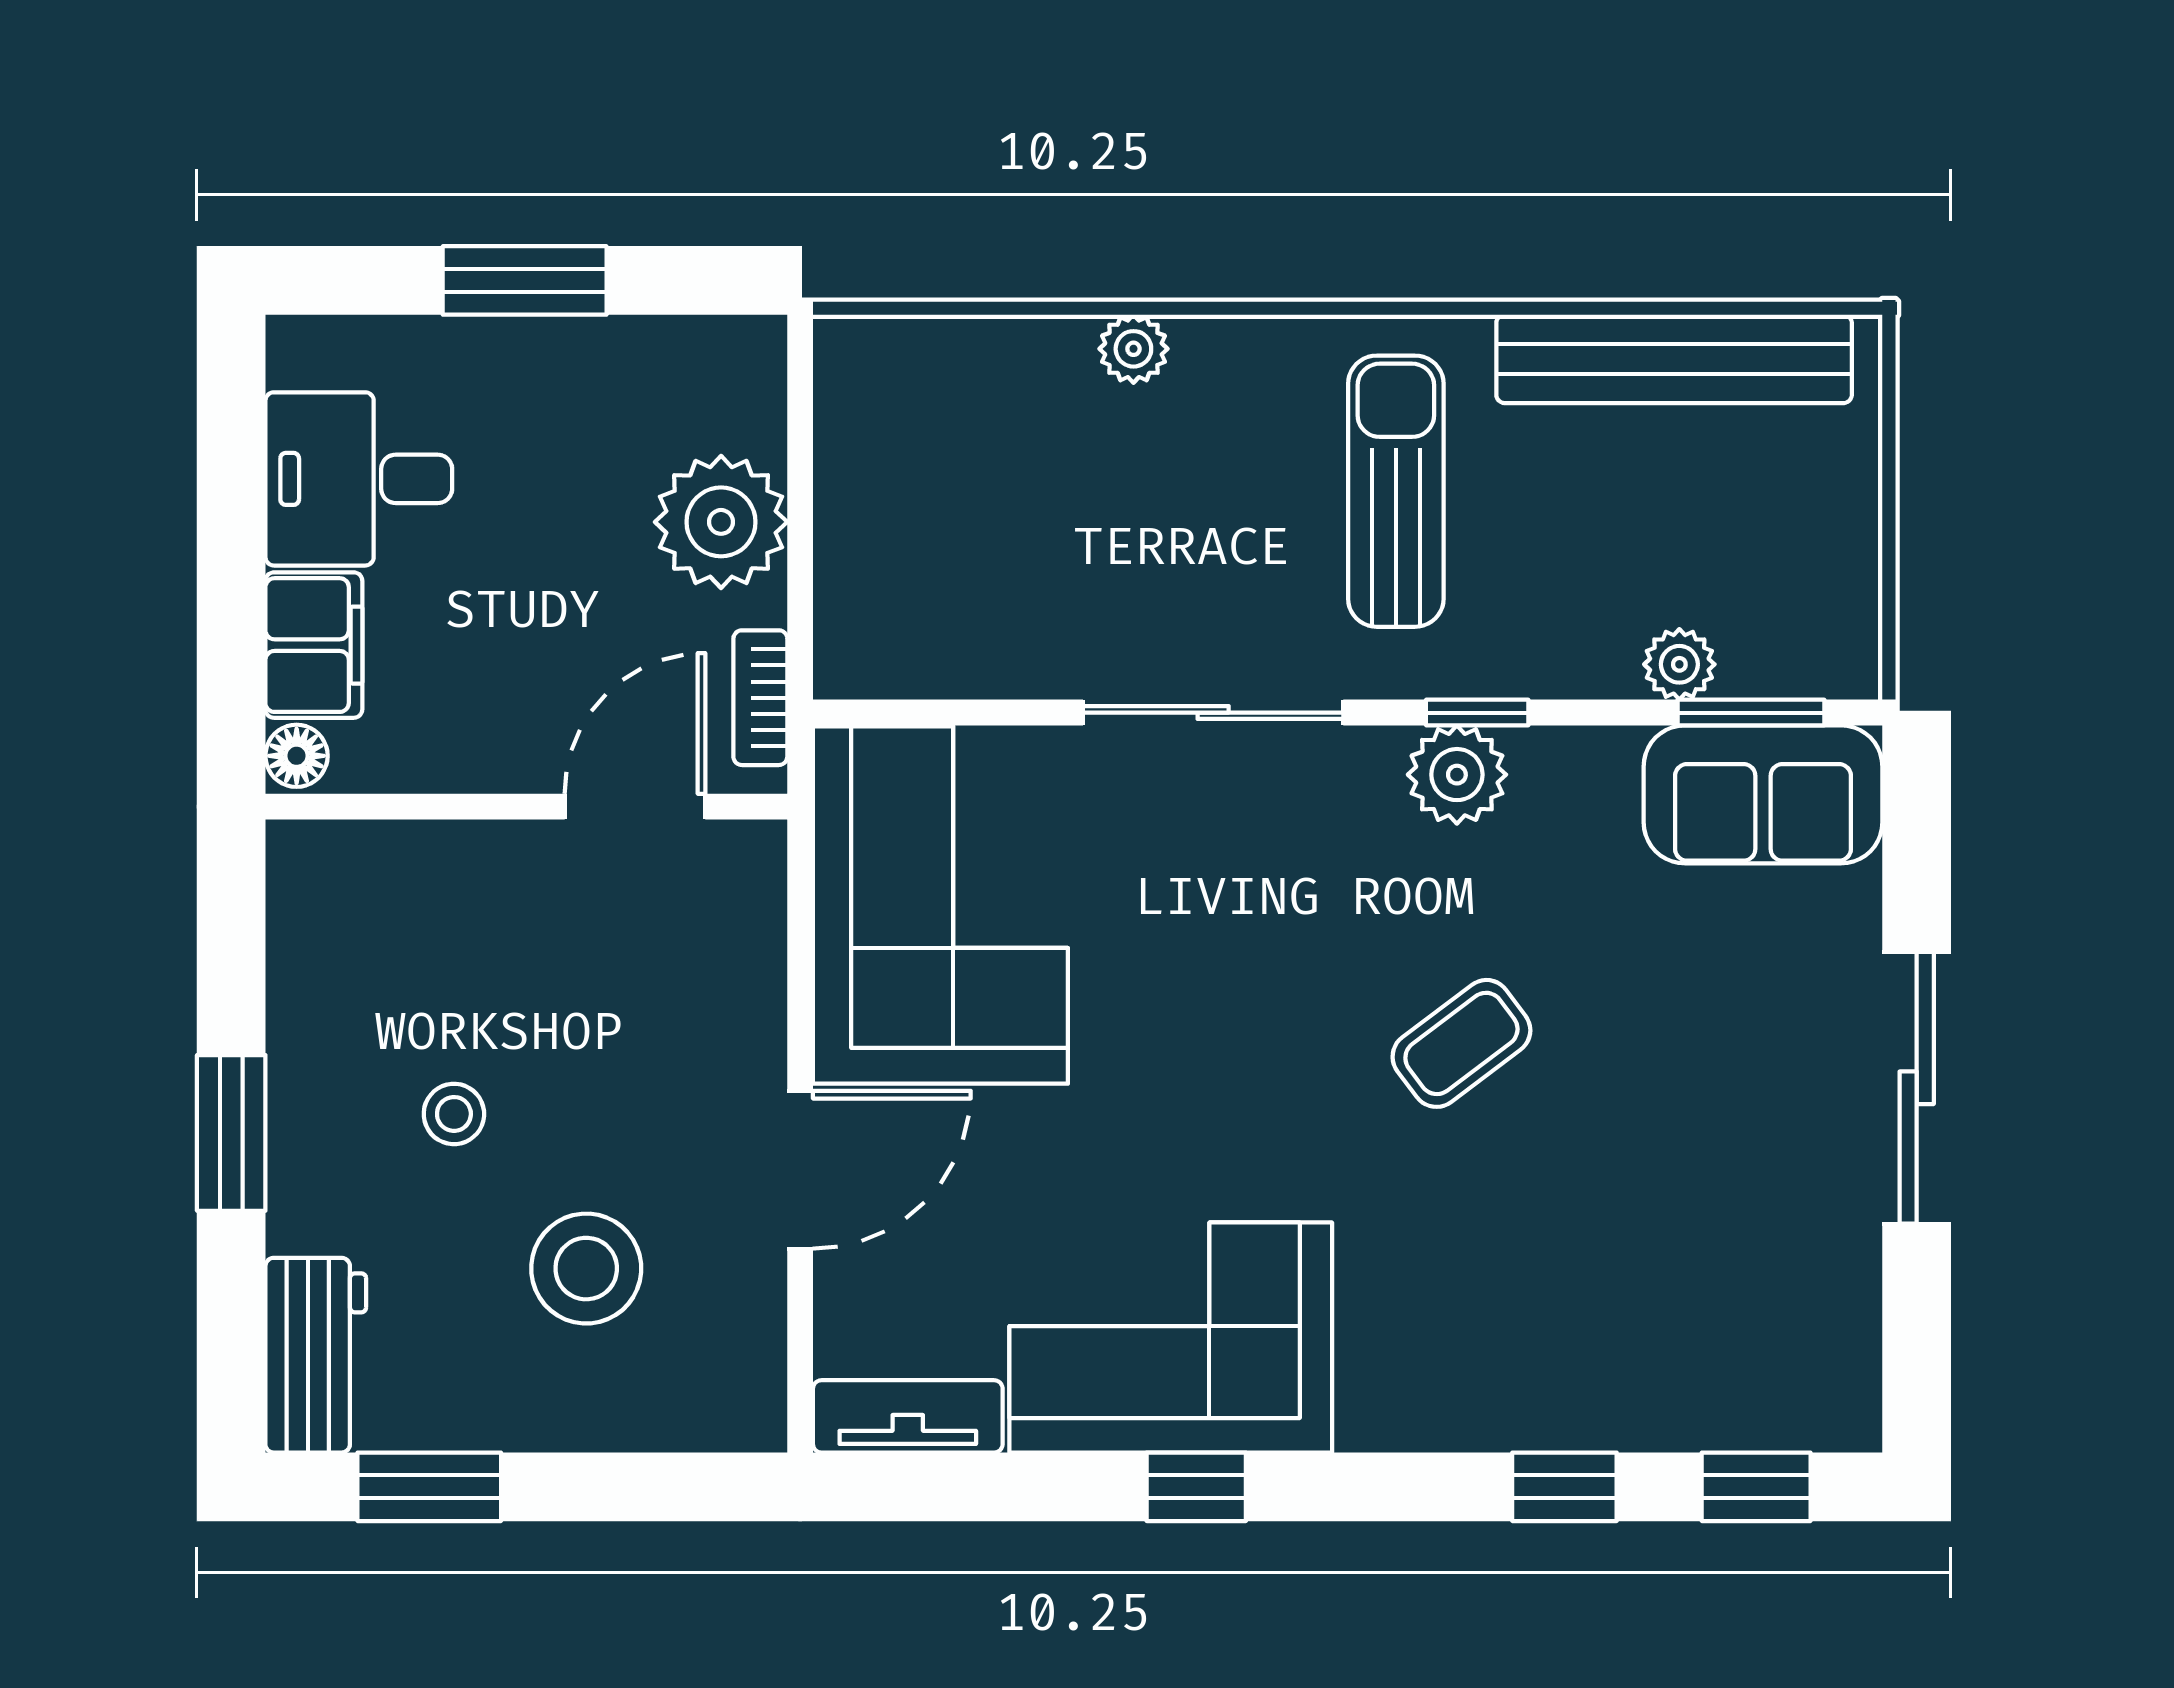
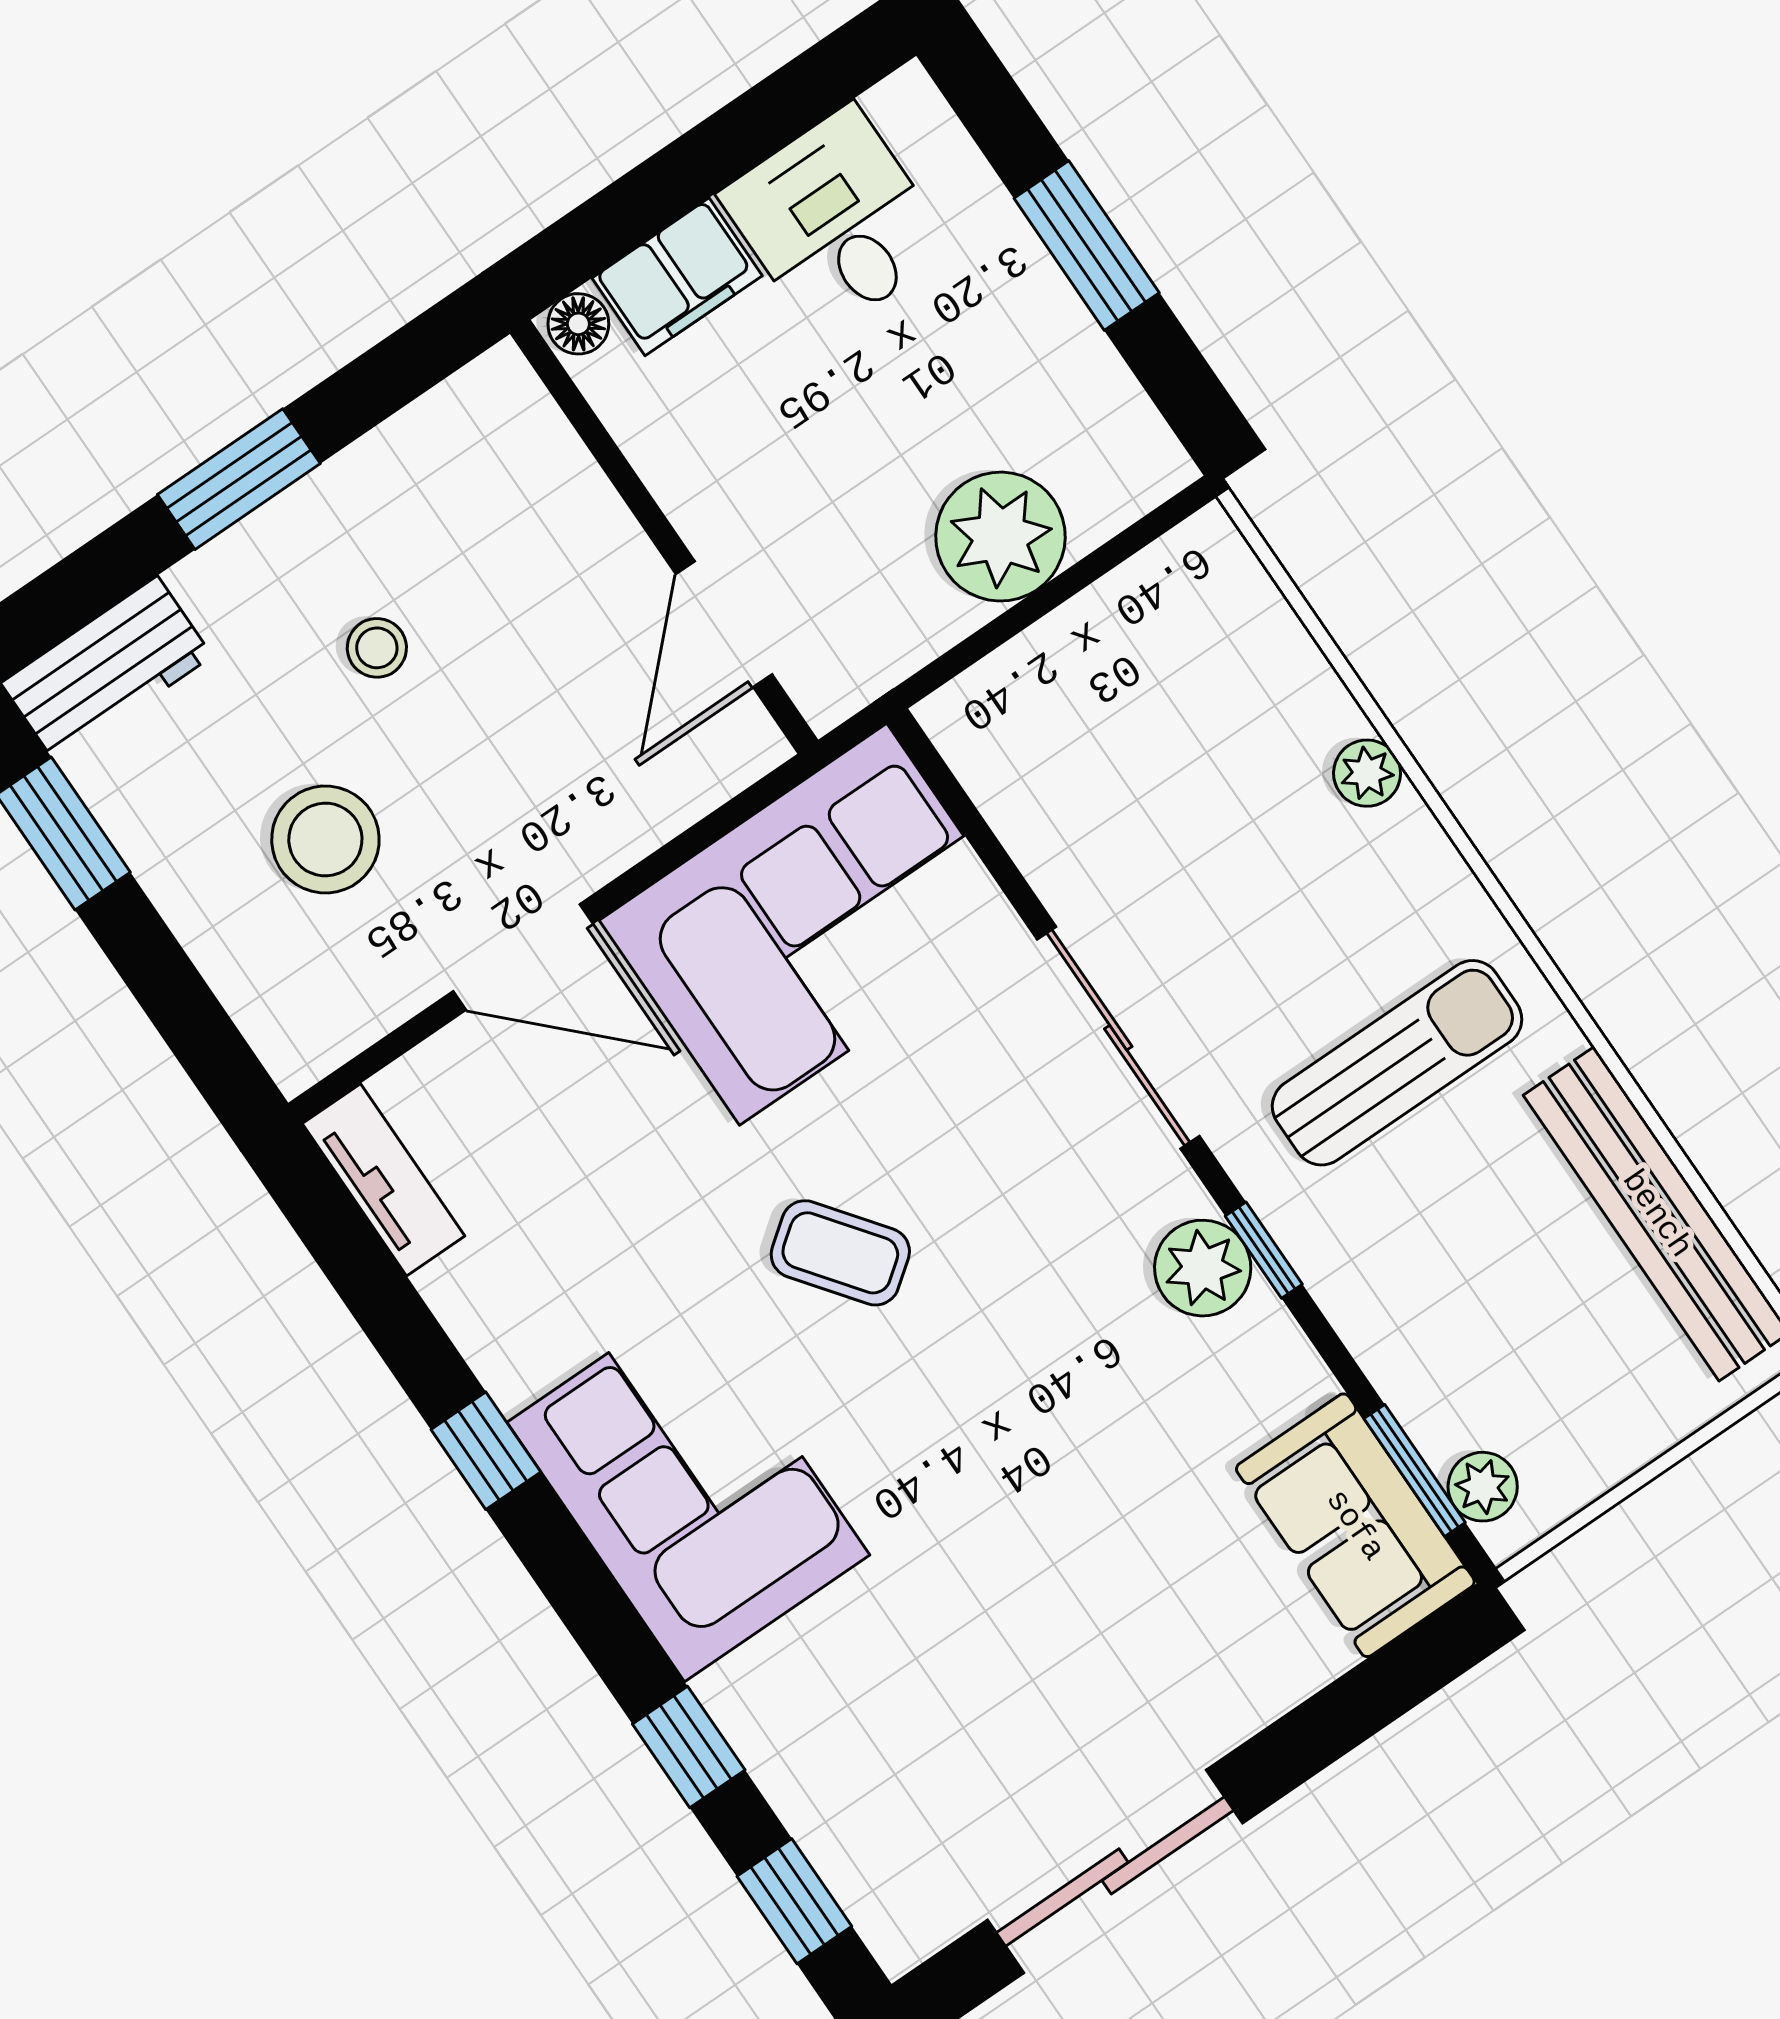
plant: (1679, 664) -> (1483, 1487), moved
bookcase: (760, 698) -> (881, 665), removed
door: (635, 807) -> (724, 624), swing flipped
coffee table: (1461, 1043) -> (840, 1253), moved
sliding door: (1917, 1088) -> (1115, 1871), moved
corner sofa: (1171, 1338) -> (688, 1489), moved

